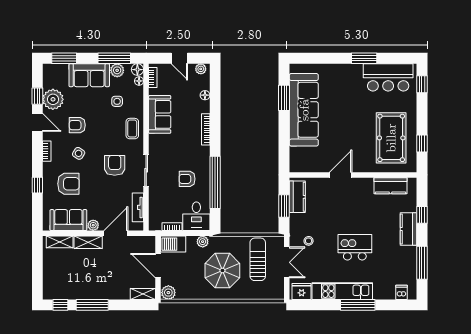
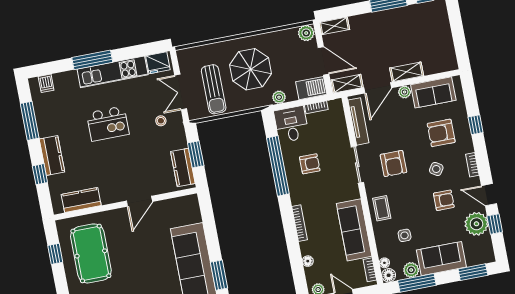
sofa: (160, 114) -> (354, 230), width x1.36
tv unit: (138, 207) -> (358, 121), width x1.41
shelving: (60, 242) -> (347, 84), moved

